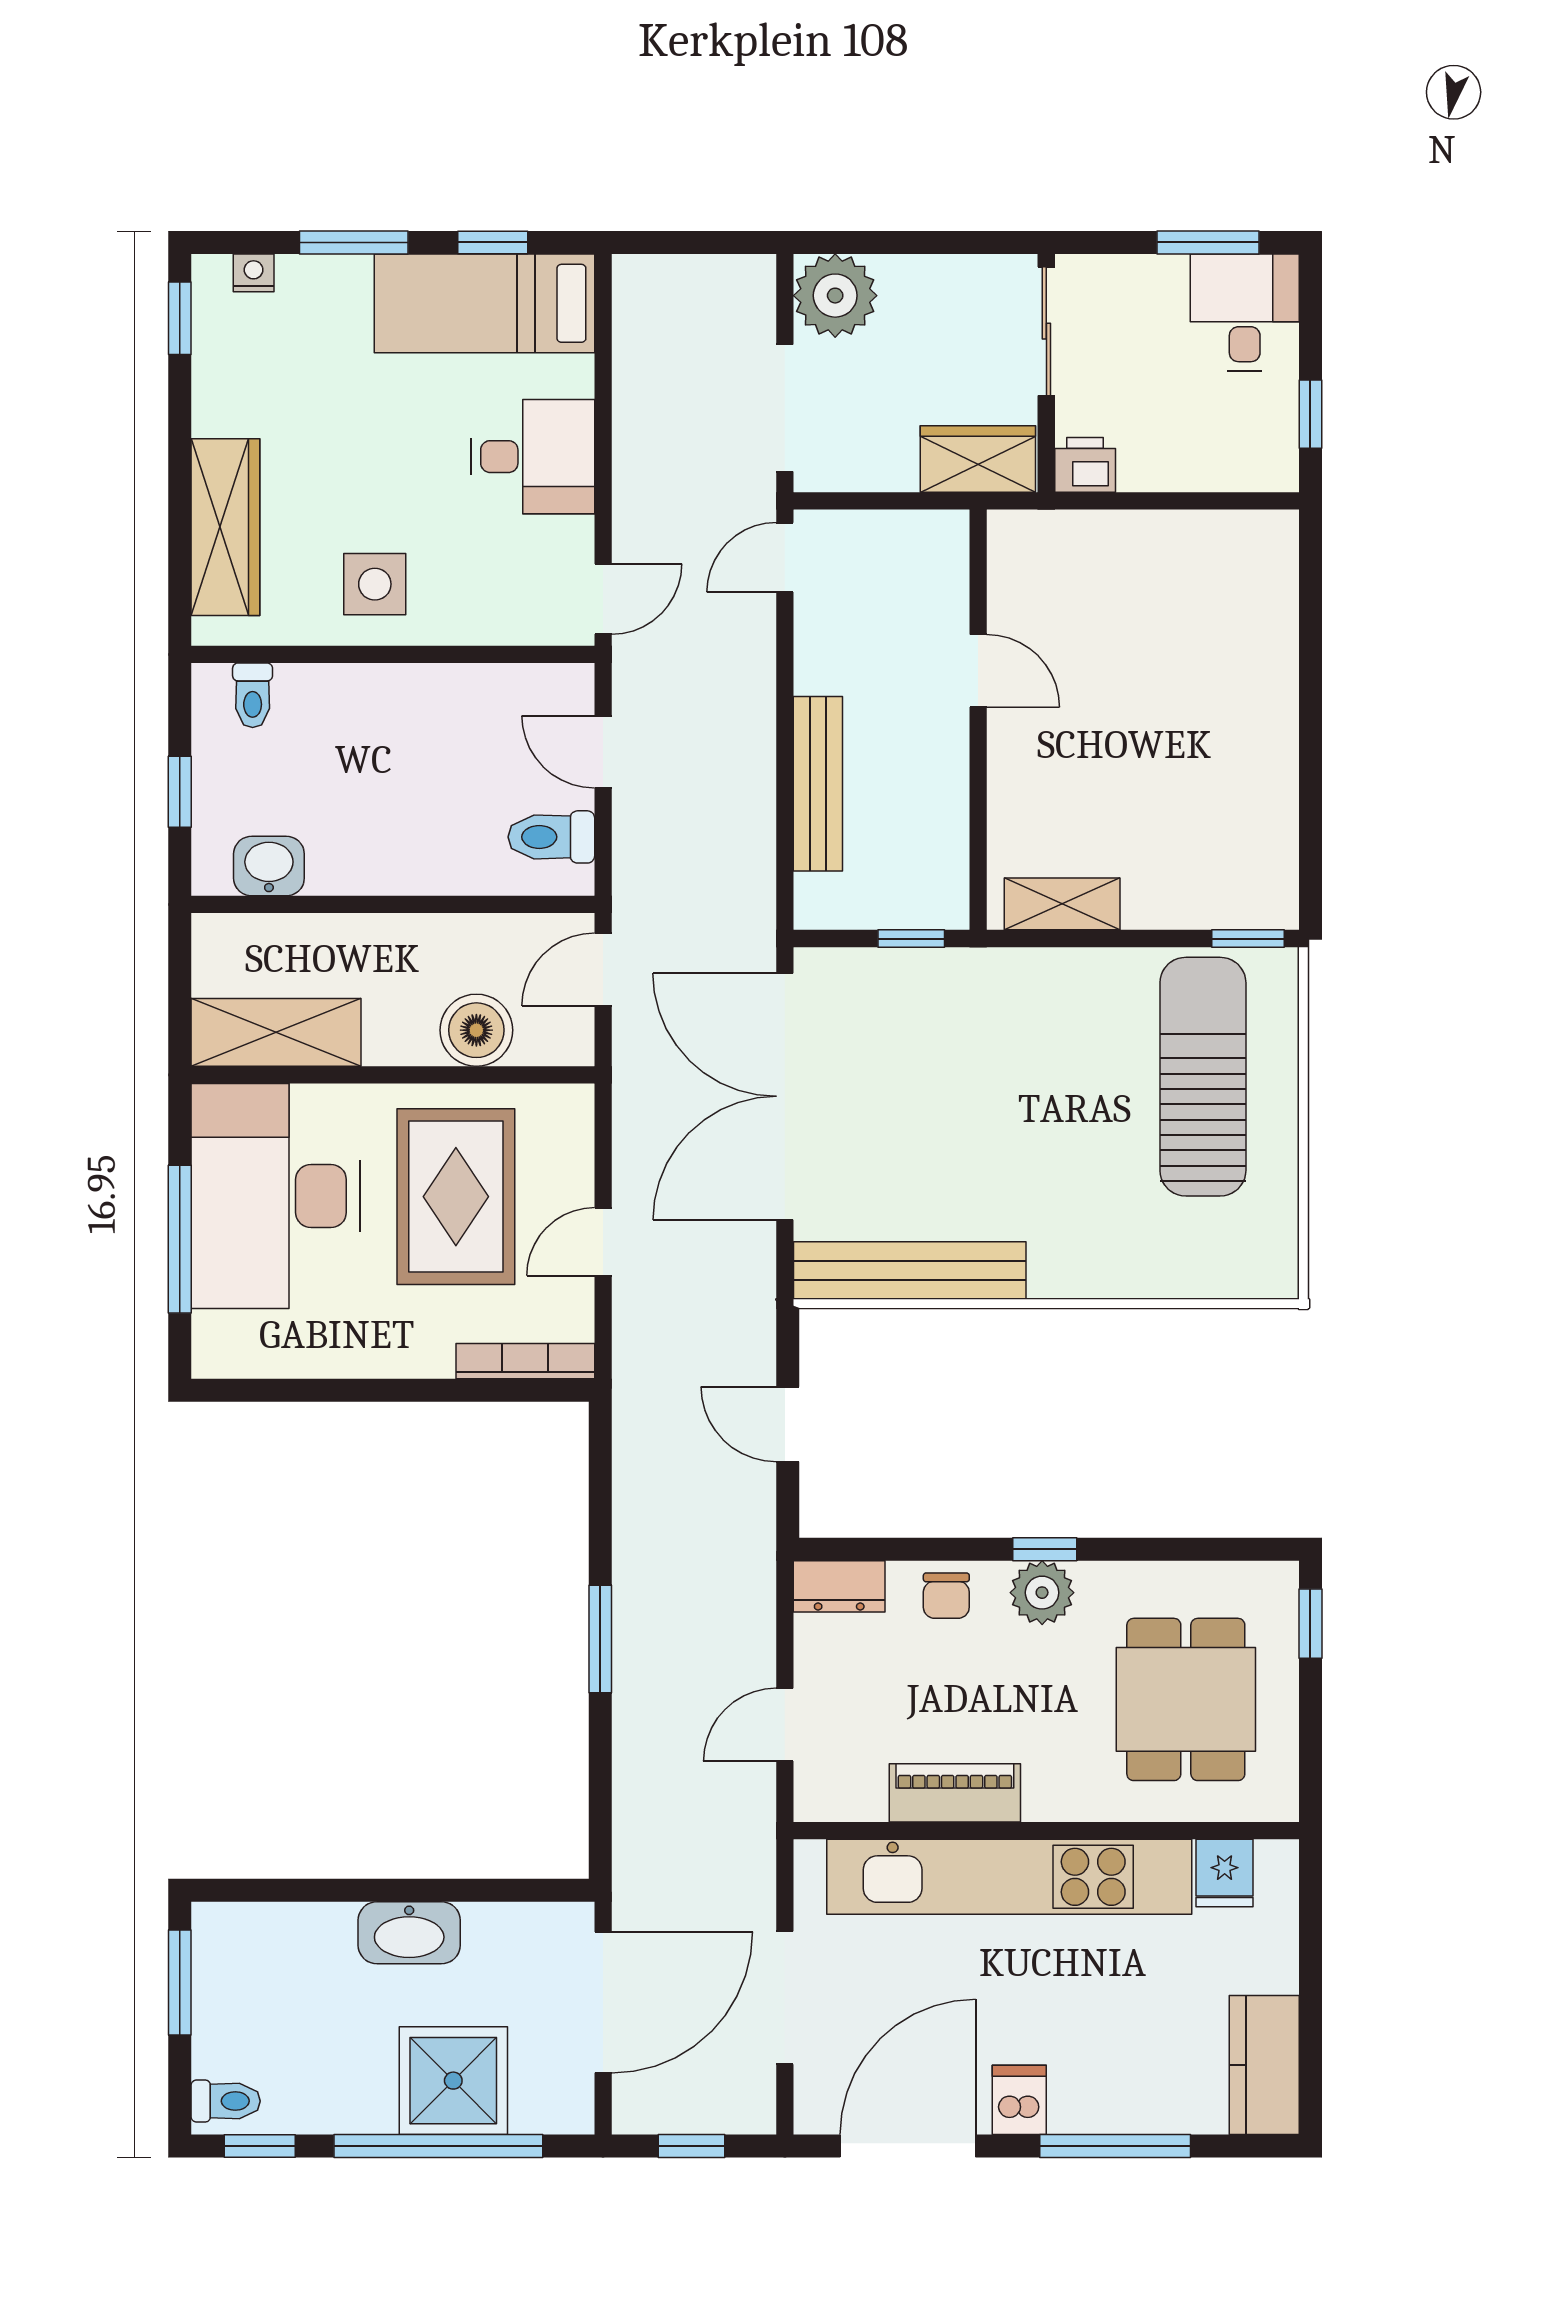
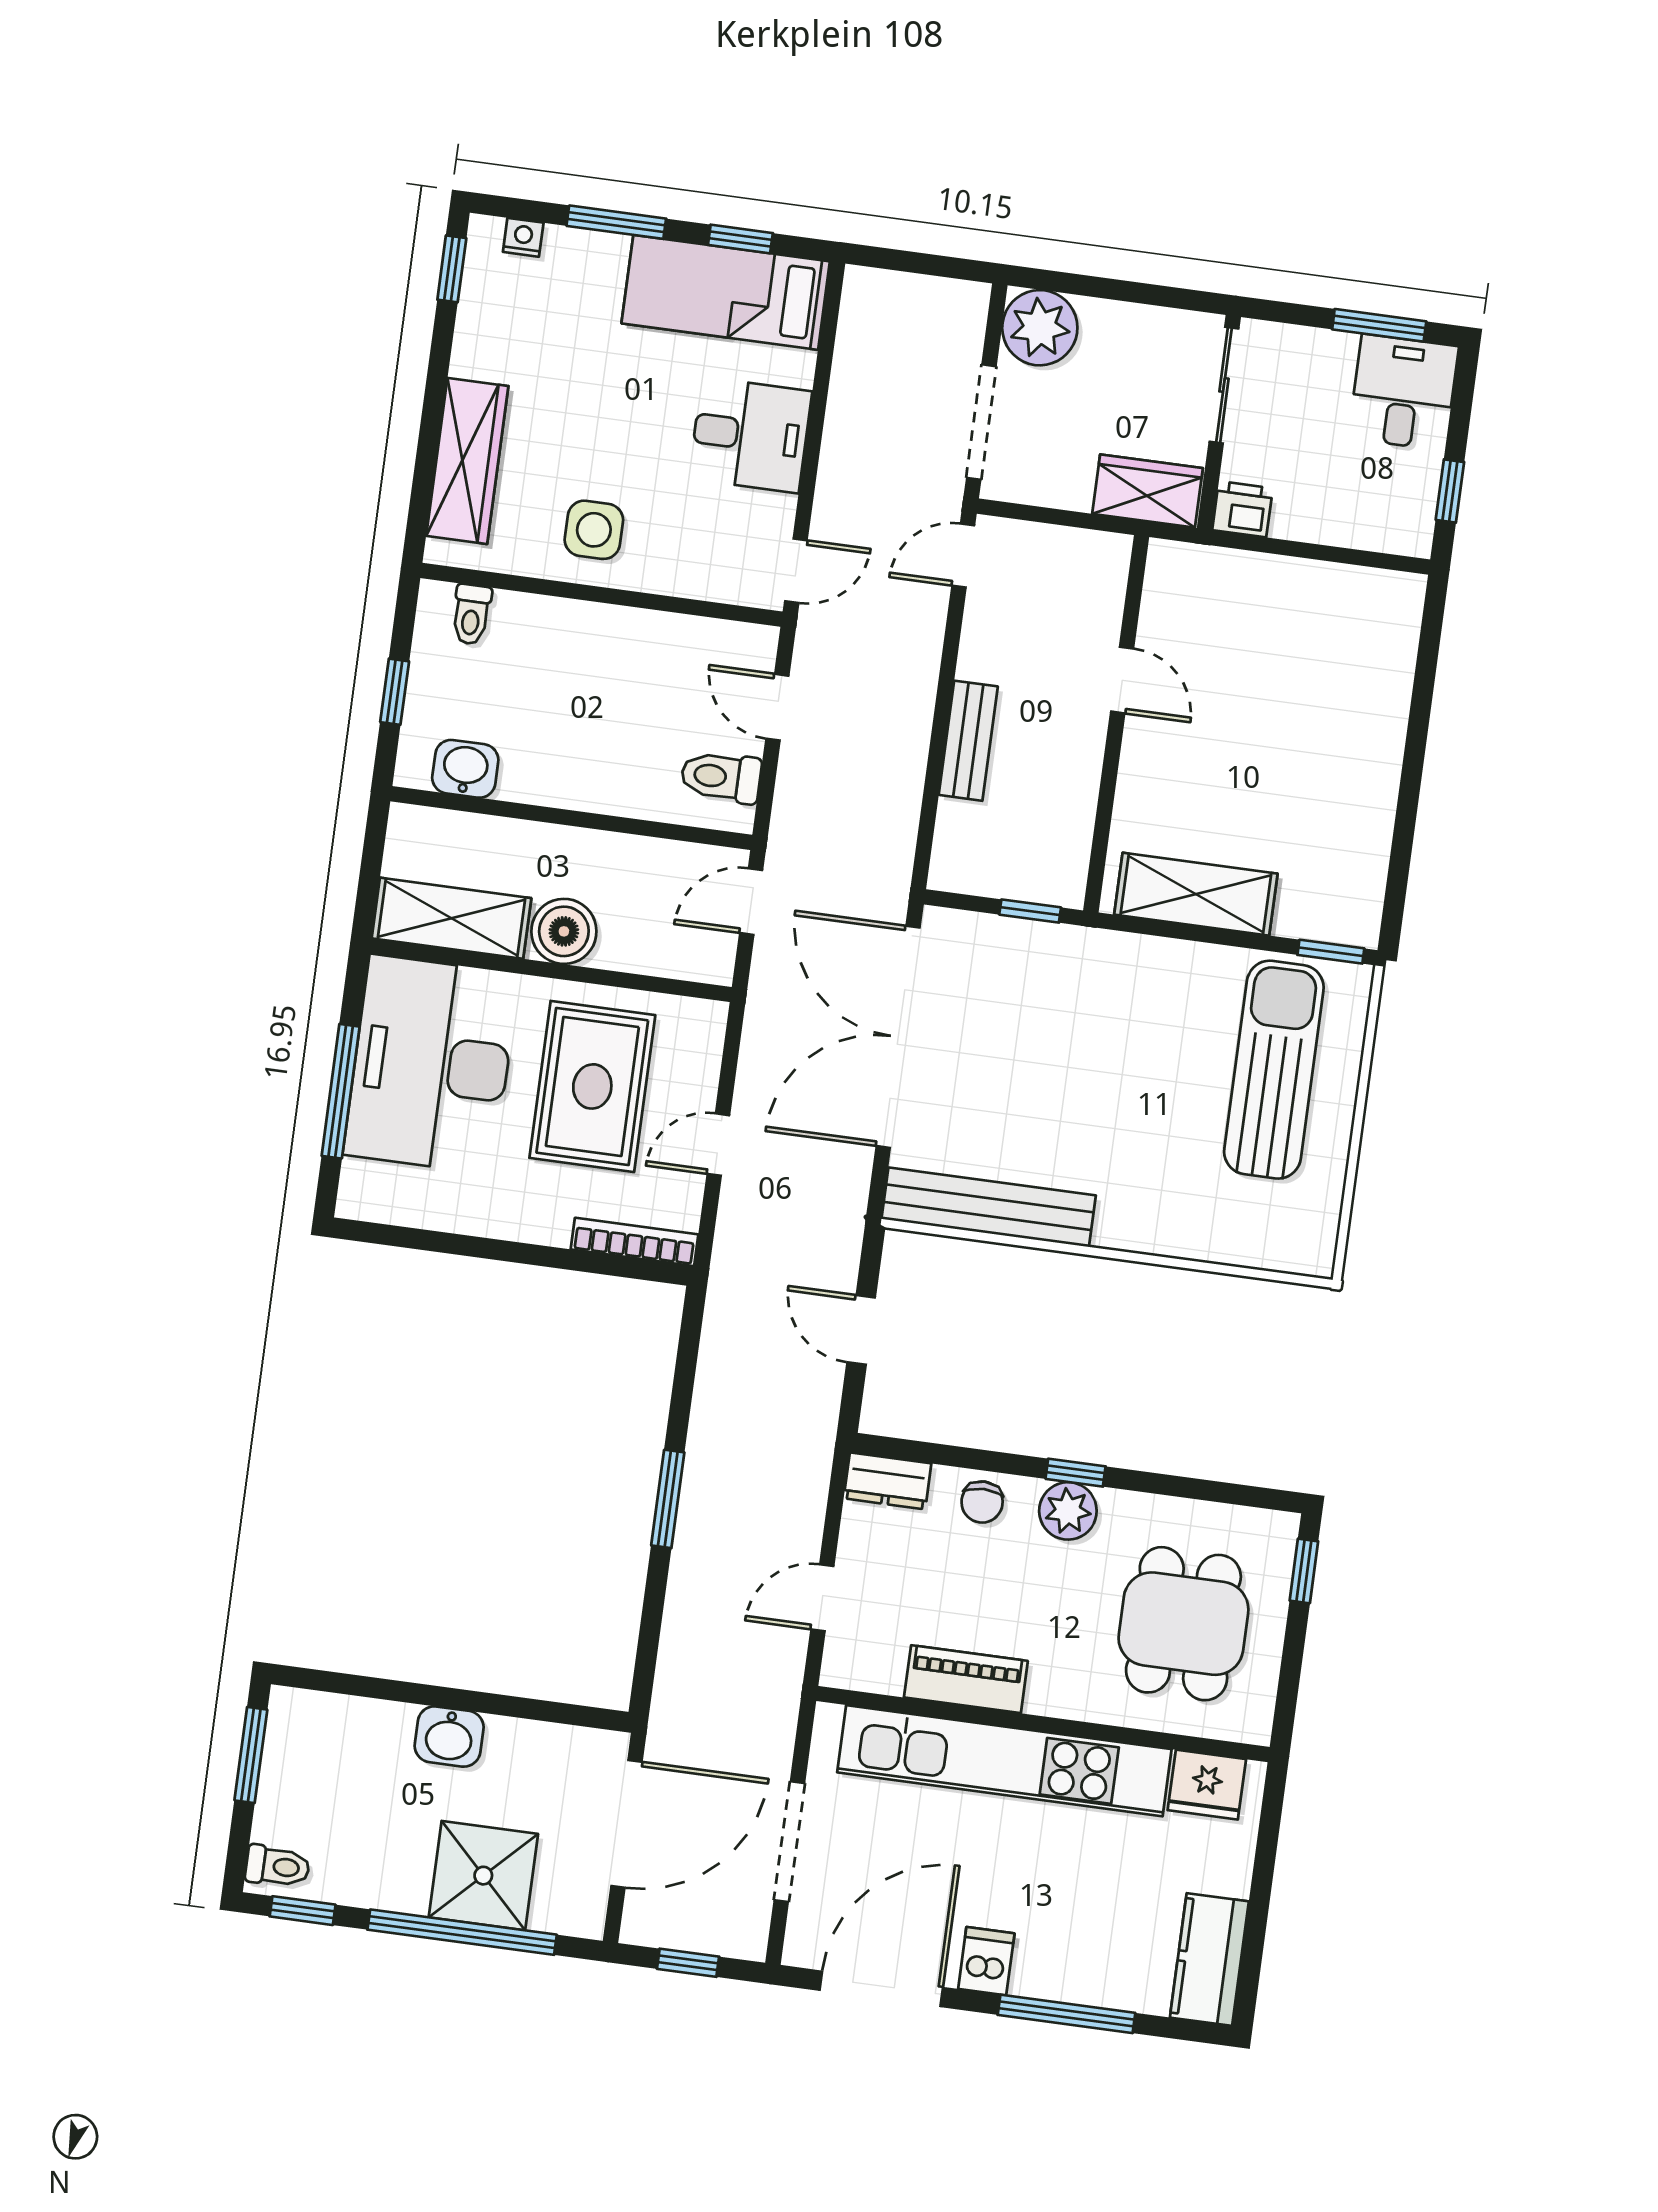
bench: (818, 784) -> (968, 741), width x0.73
shelving: (1062, 904) -> (1196, 894), width x1.50, depth x1.33
boiler: (476, 1030) -> (564, 931), moved
fridge: (1225, 1873) -> (1207, 1785), width x1.38
washbasin: (409, 1933) -> (449, 1737), width x0.72

